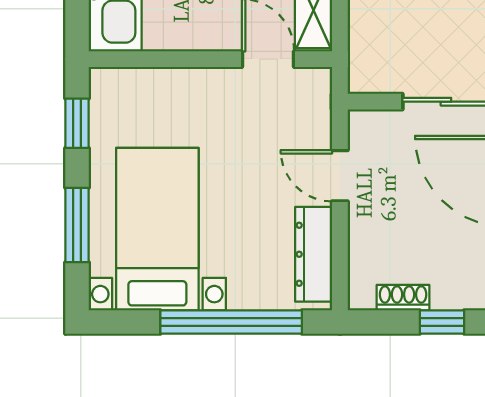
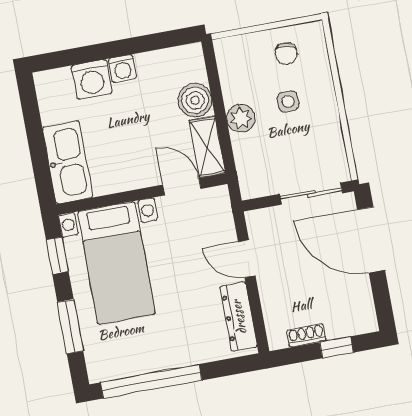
bed with nightstands: (157, 229) -> (116, 263), moved, turned 180
window: (231, 322) -> (151, 381), moved

